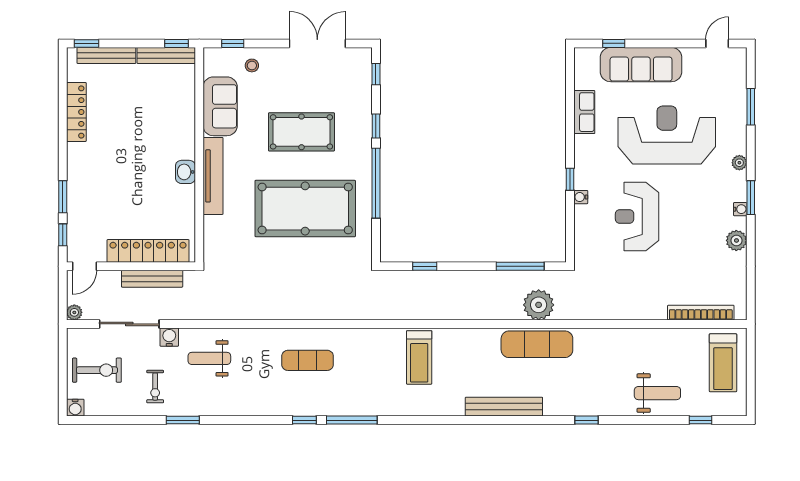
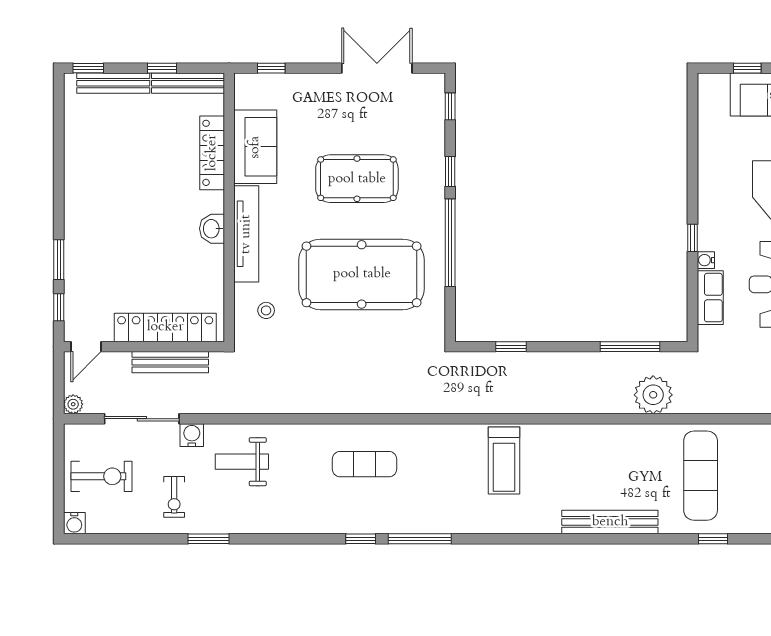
window: (177, 43) -> (162, 68), moved
stool: (252, 65) -> (266, 310), moved
locker: (76, 112) -> (212, 153), moved, turned 180
row of seats: (584, 112) -> (710, 298), moved
exercise mat: (537, 344) -> (701, 476), moved, turned 90

